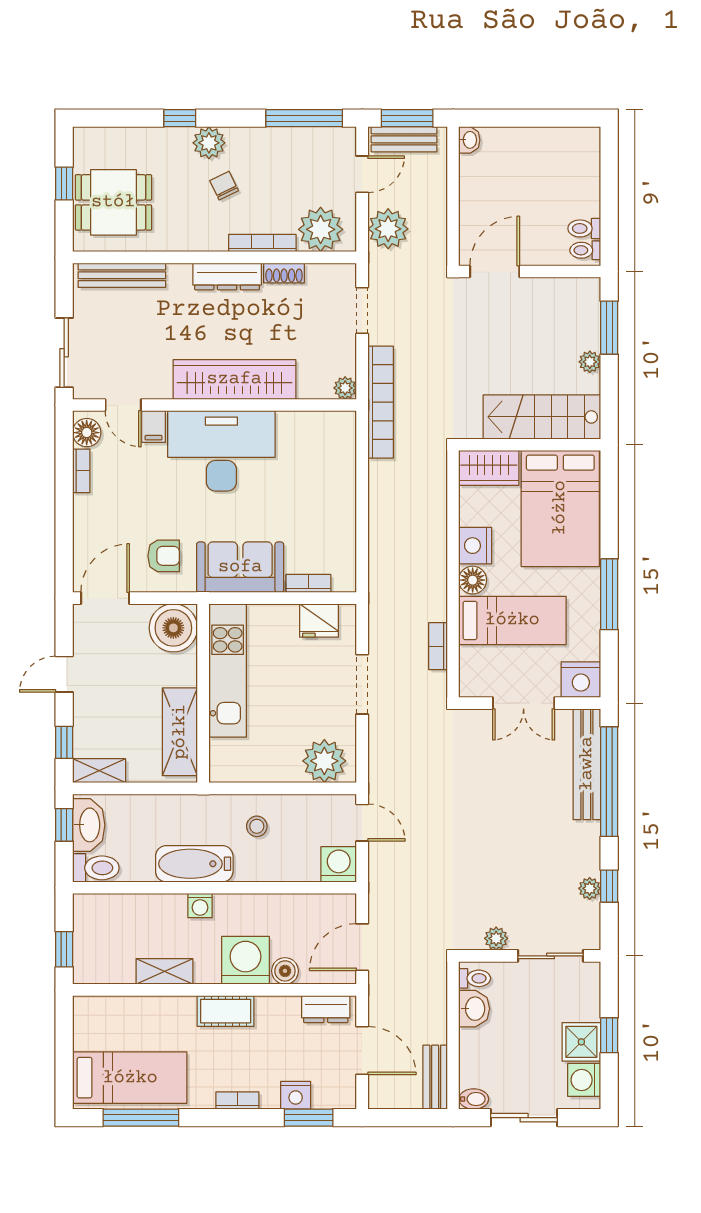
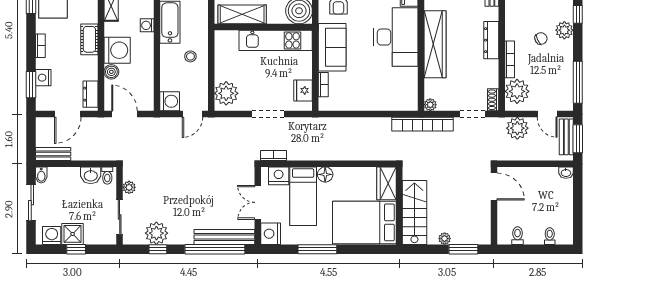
toilet: (585, 250) -> (550, 236), moved
shoe rack: (284, 273) -> (493, 100), moved
nightstand: (475, 546) -> (279, 176), moved
bookcase: (438, 646) -> (274, 156), moved
plant: (590, 888) -> (156, 233), width x1.87, depth x1.87

